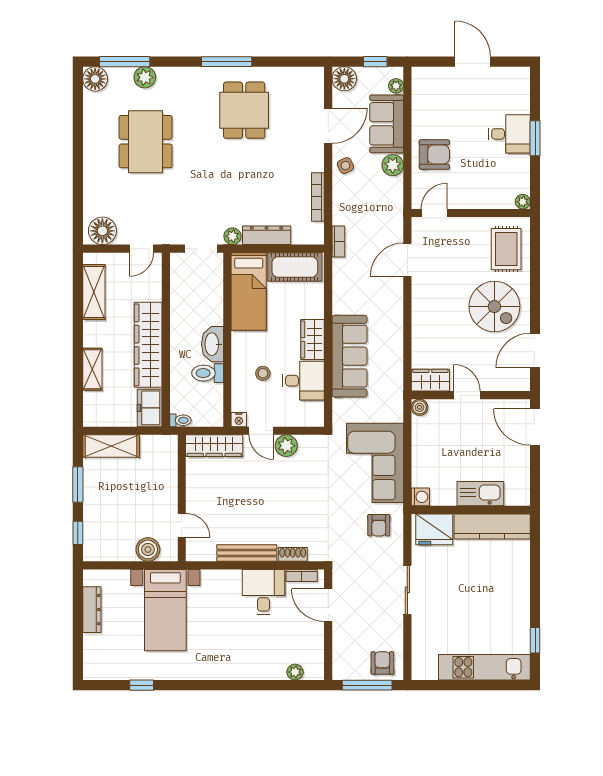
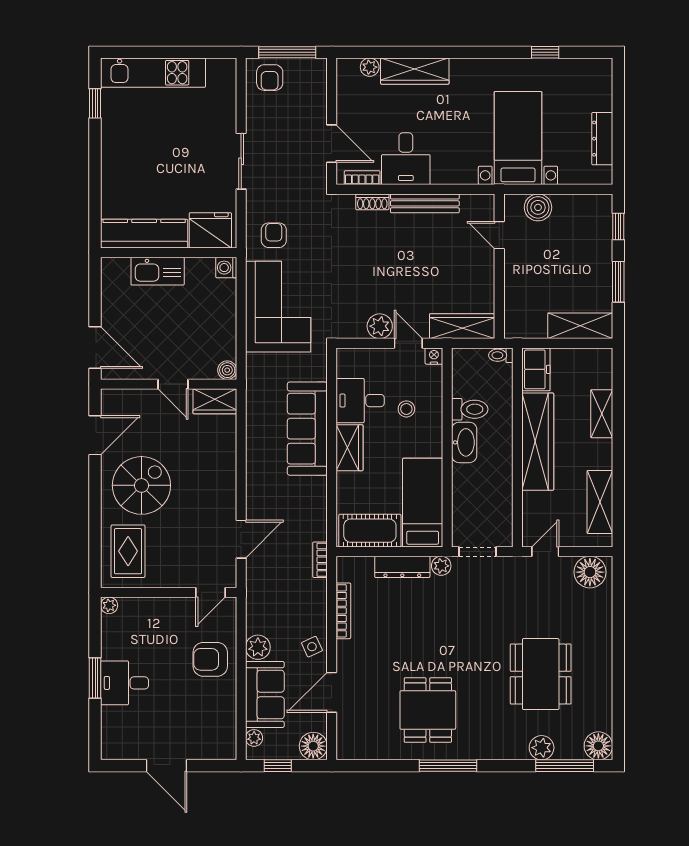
spiral stairs: (494, 307) -> (141, 485), turned 90
wardrobe: (256, 669) -> (415, 71), added

